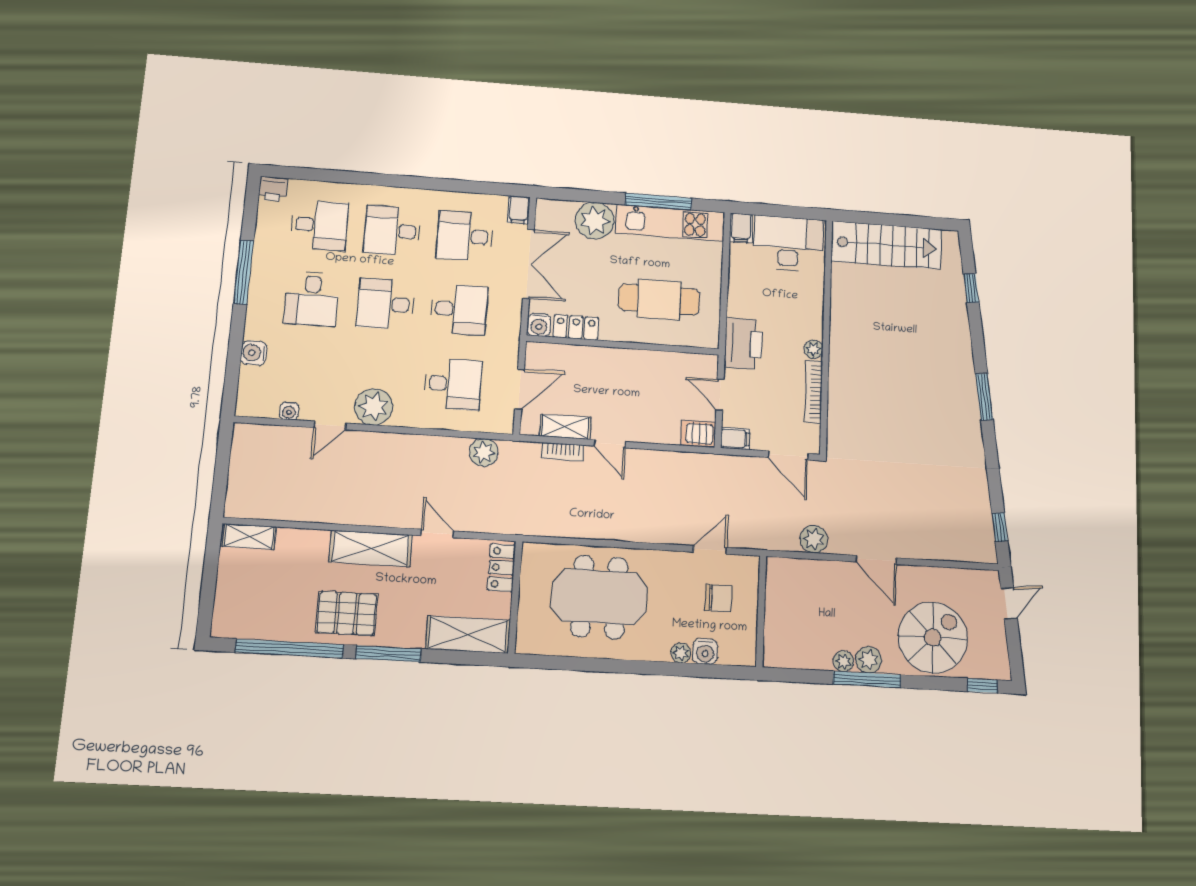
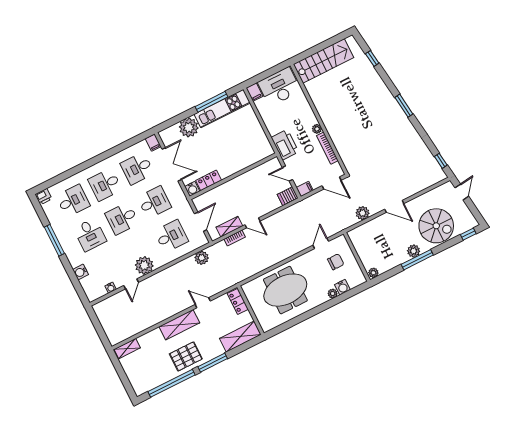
cafe table: (659, 300) -> (237, 147), removed
spiral stairs: (933, 638) -> (436, 226), turned 90
plant: (843, 661) -> (373, 273), moved

